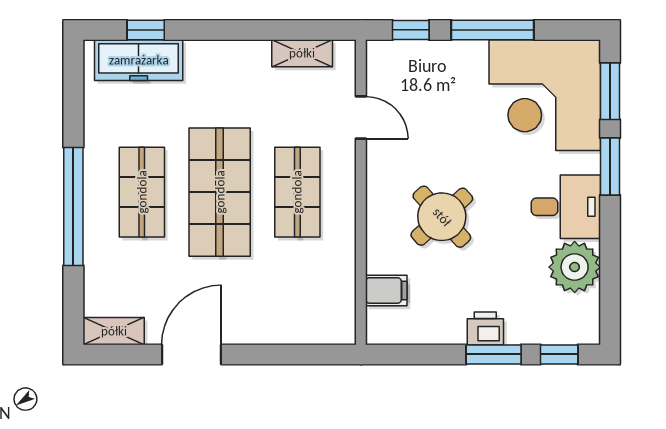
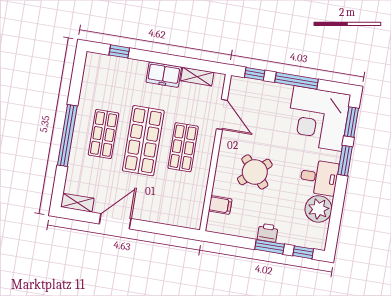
freezer: (139, 60) -> (164, 75), moved, width x0.71
door: (361, 118) -> (222, 114), width x1.38

